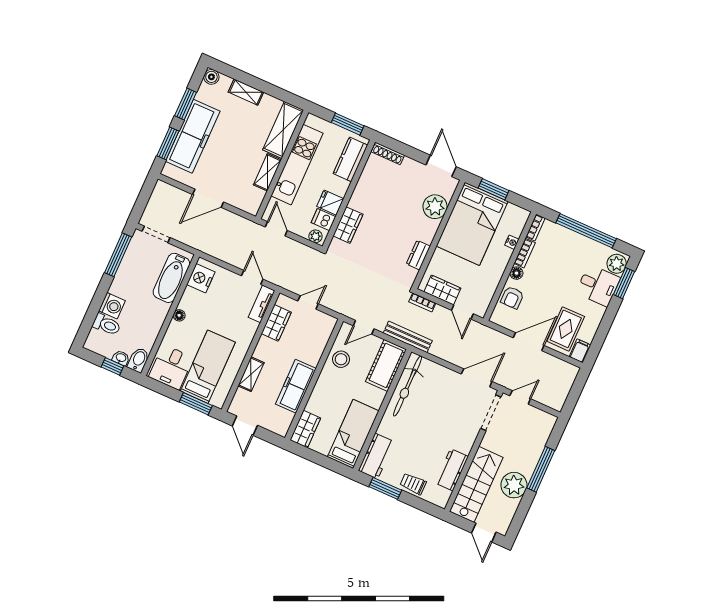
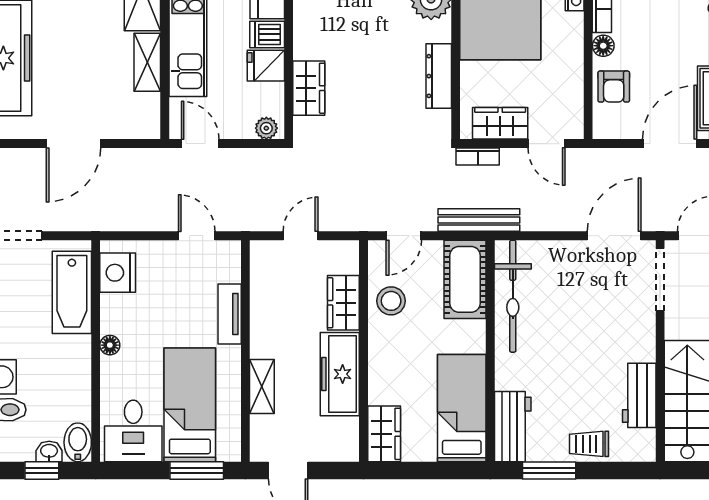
dishwasher: (323, 220) -> (267, 34), moved
dresser: (418, 255) -> (439, 76), width x1.44
tv unit: (262, 304) -> (230, 314), moved
wardrobe: (276, 323) -> (343, 303), moved, turned 180

